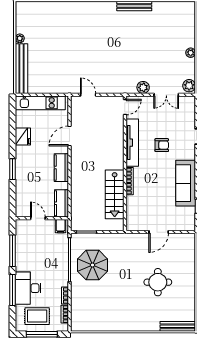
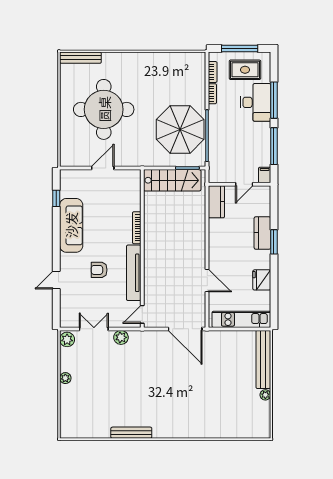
door: (88, 95) -> (185, 329), width x1.87
door: (70, 136) -> (207, 281), hinge flipped
kitchen counter: (61, 168) -> (262, 233), moved, turned 180
stairs: (115, 194) -> (172, 180), moved, turned 90
door: (38, 218) -> (244, 184), hinge flipped
filing cabinet: (61, 226) -> (265, 175), moved
parasol: (92, 265) -> (180, 129), width x1.36, depth x1.36
round table: (158, 282) -> (104, 109), width x1.86, depth x1.86

